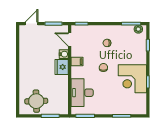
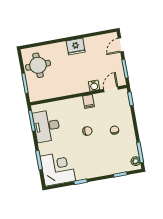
door: (32, 24) -> (121, 45), swing flipped
fridge: (62, 67) -> (76, 47), moved, turned 180
corner desk: (132, 79) -> (58, 169), moved, turned 90
desk: (82, 93) -> (47, 126), moved, turned -90

